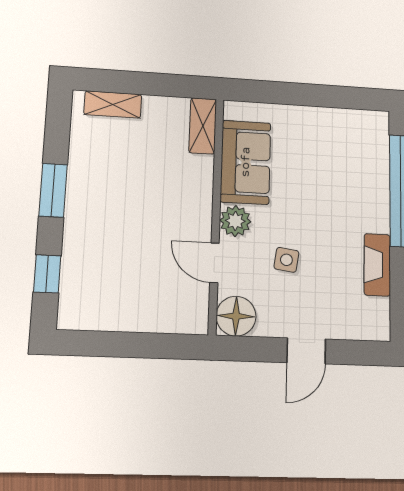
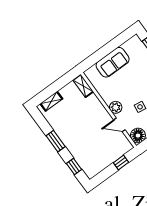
sofa: (246, 162) -> (113, 62), moved, turned 90
window: (155, 346) -> (121, 163), added

